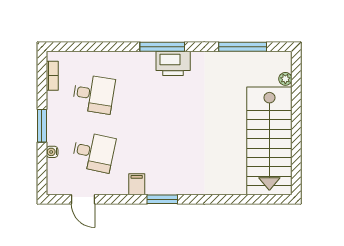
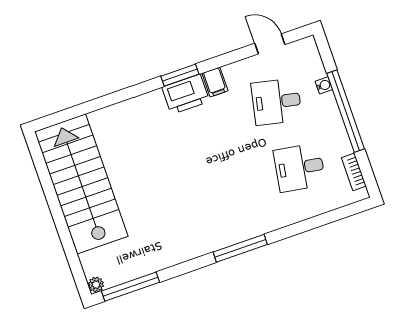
window: (243, 47) -> (130, 287), moved
printer: (173, 63) -> (186, 94), moved, turned 180
plant: (285, 79) -> (96, 285), moved
window: (42, 126) -> (346, 111), width x2.11

